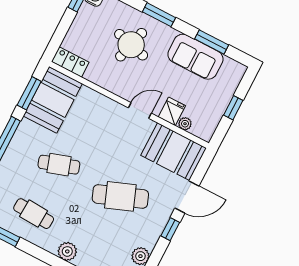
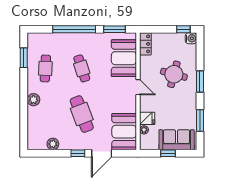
sofa: (195, 57) -> (177, 140), moved, turned 90
booth: (53, 100) -> (124, 58), moved, turned 90
door: (140, 110) -> (138, 87), moved
door: (187, 197) -> (102, 153), hinge flipped

